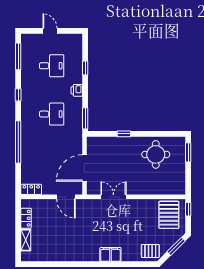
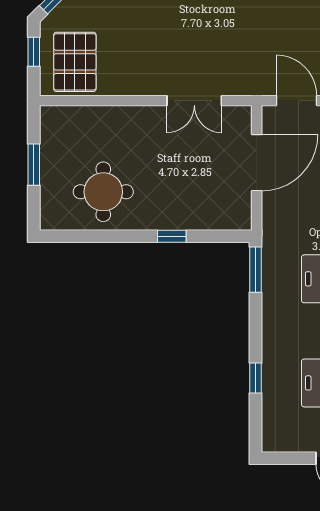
printer: (77, 90) -> (273, 330), removed
window: (188, 152) -> (34, 165), moved
window: (188, 209) -> (34, 52), moved

